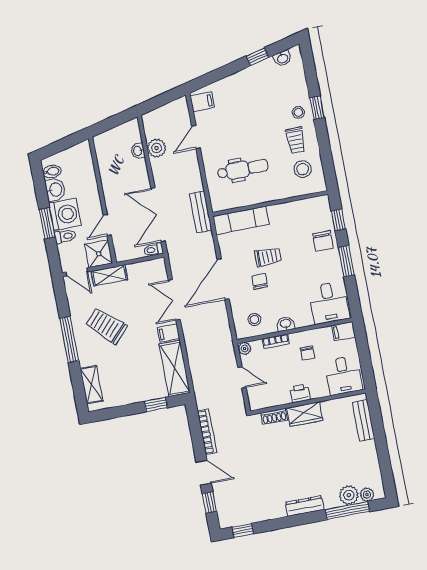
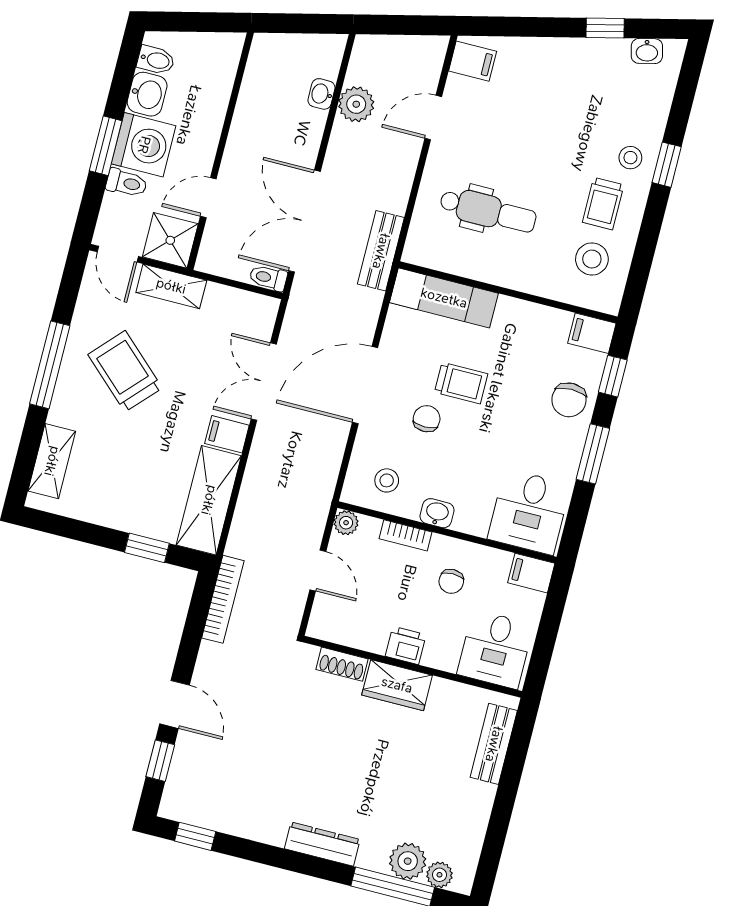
filing cabinet: (319, 204) -> (592, 333), added
bookcase: (207, 432) -> (223, 599), moved

